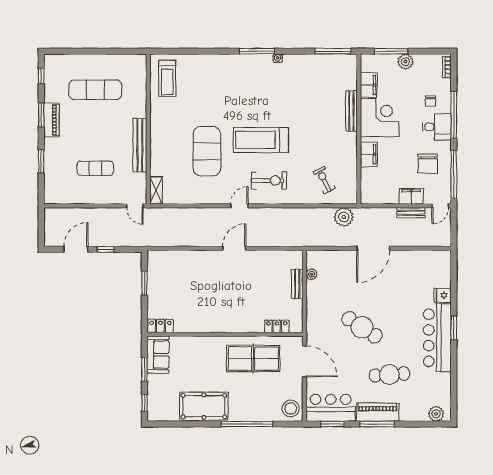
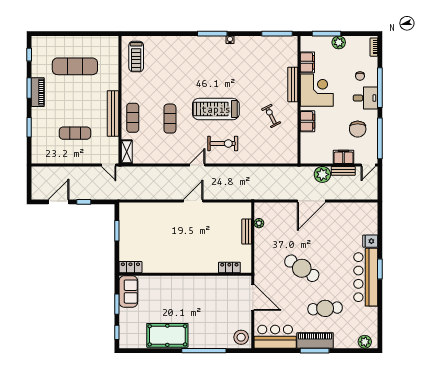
exercise mat: (163, 150) -> (133, 118), added
exercise mat: (207, 151) -> (170, 119), width x0.50, depth x0.69
exercise bike: (324, 180) -> (271, 116), moved
plant: (344, 217) -> (322, 174), moved
table tennis table: (253, 359) -> (209, 295), removed
window: (332, 424) -> (277, 351), removed

